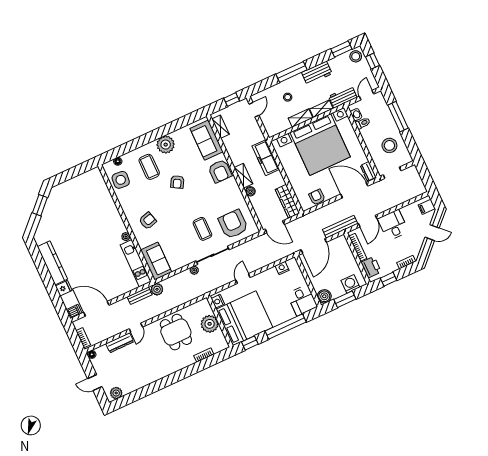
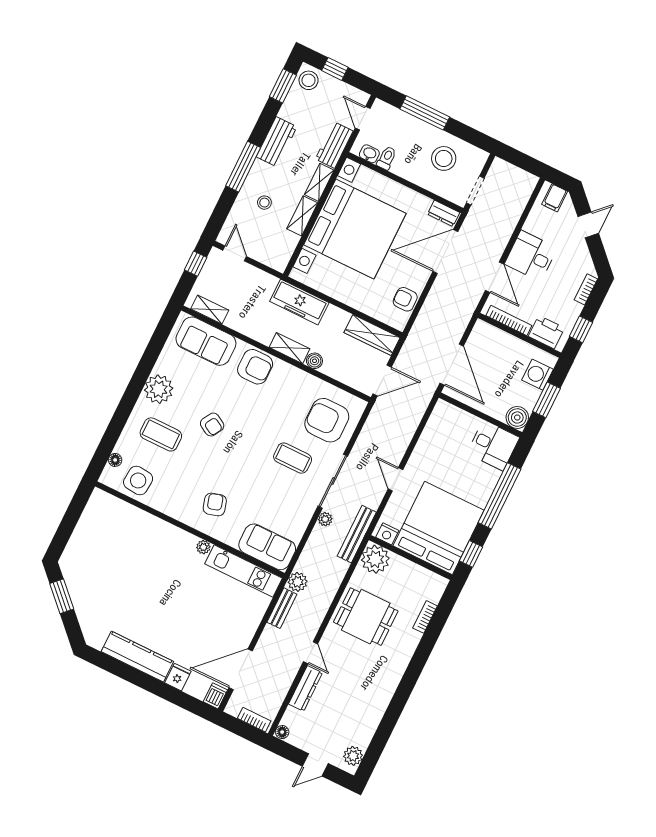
bench: (340, 227) -> (357, 534), moved
nightstand: (282, 268) -> (434, 425), removed
plant: (210, 324) -> (375, 559), moved

